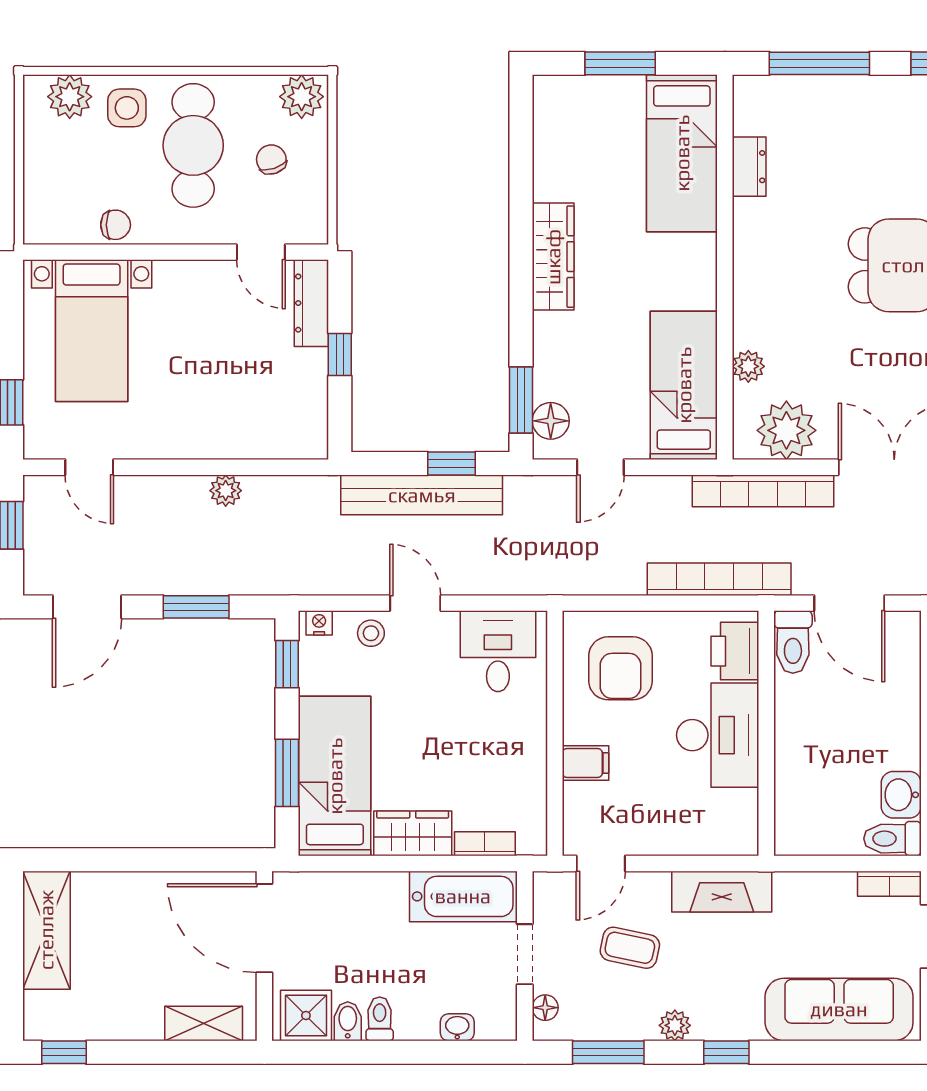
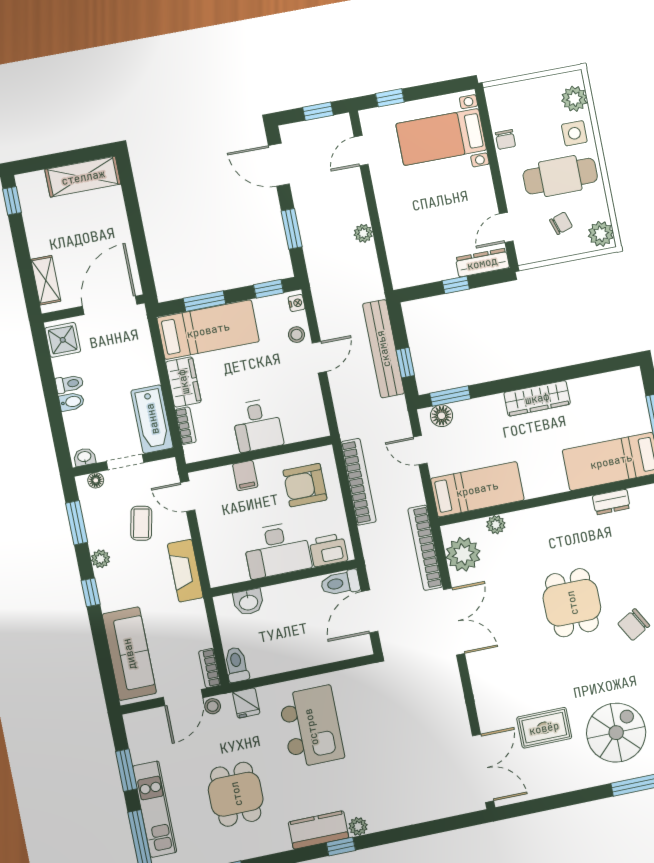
bookcase: (719, 579) -> (359, 482), moved
desk: (498, 651) -> (257, 425), moved, turned 90
washbasin: (901, 795) -> (248, 602), moved, turned 180
bidet: (348, 1021) -> (72, 402), moved
washbasin: (457, 1027) -> (84, 457), moved, turned -90

